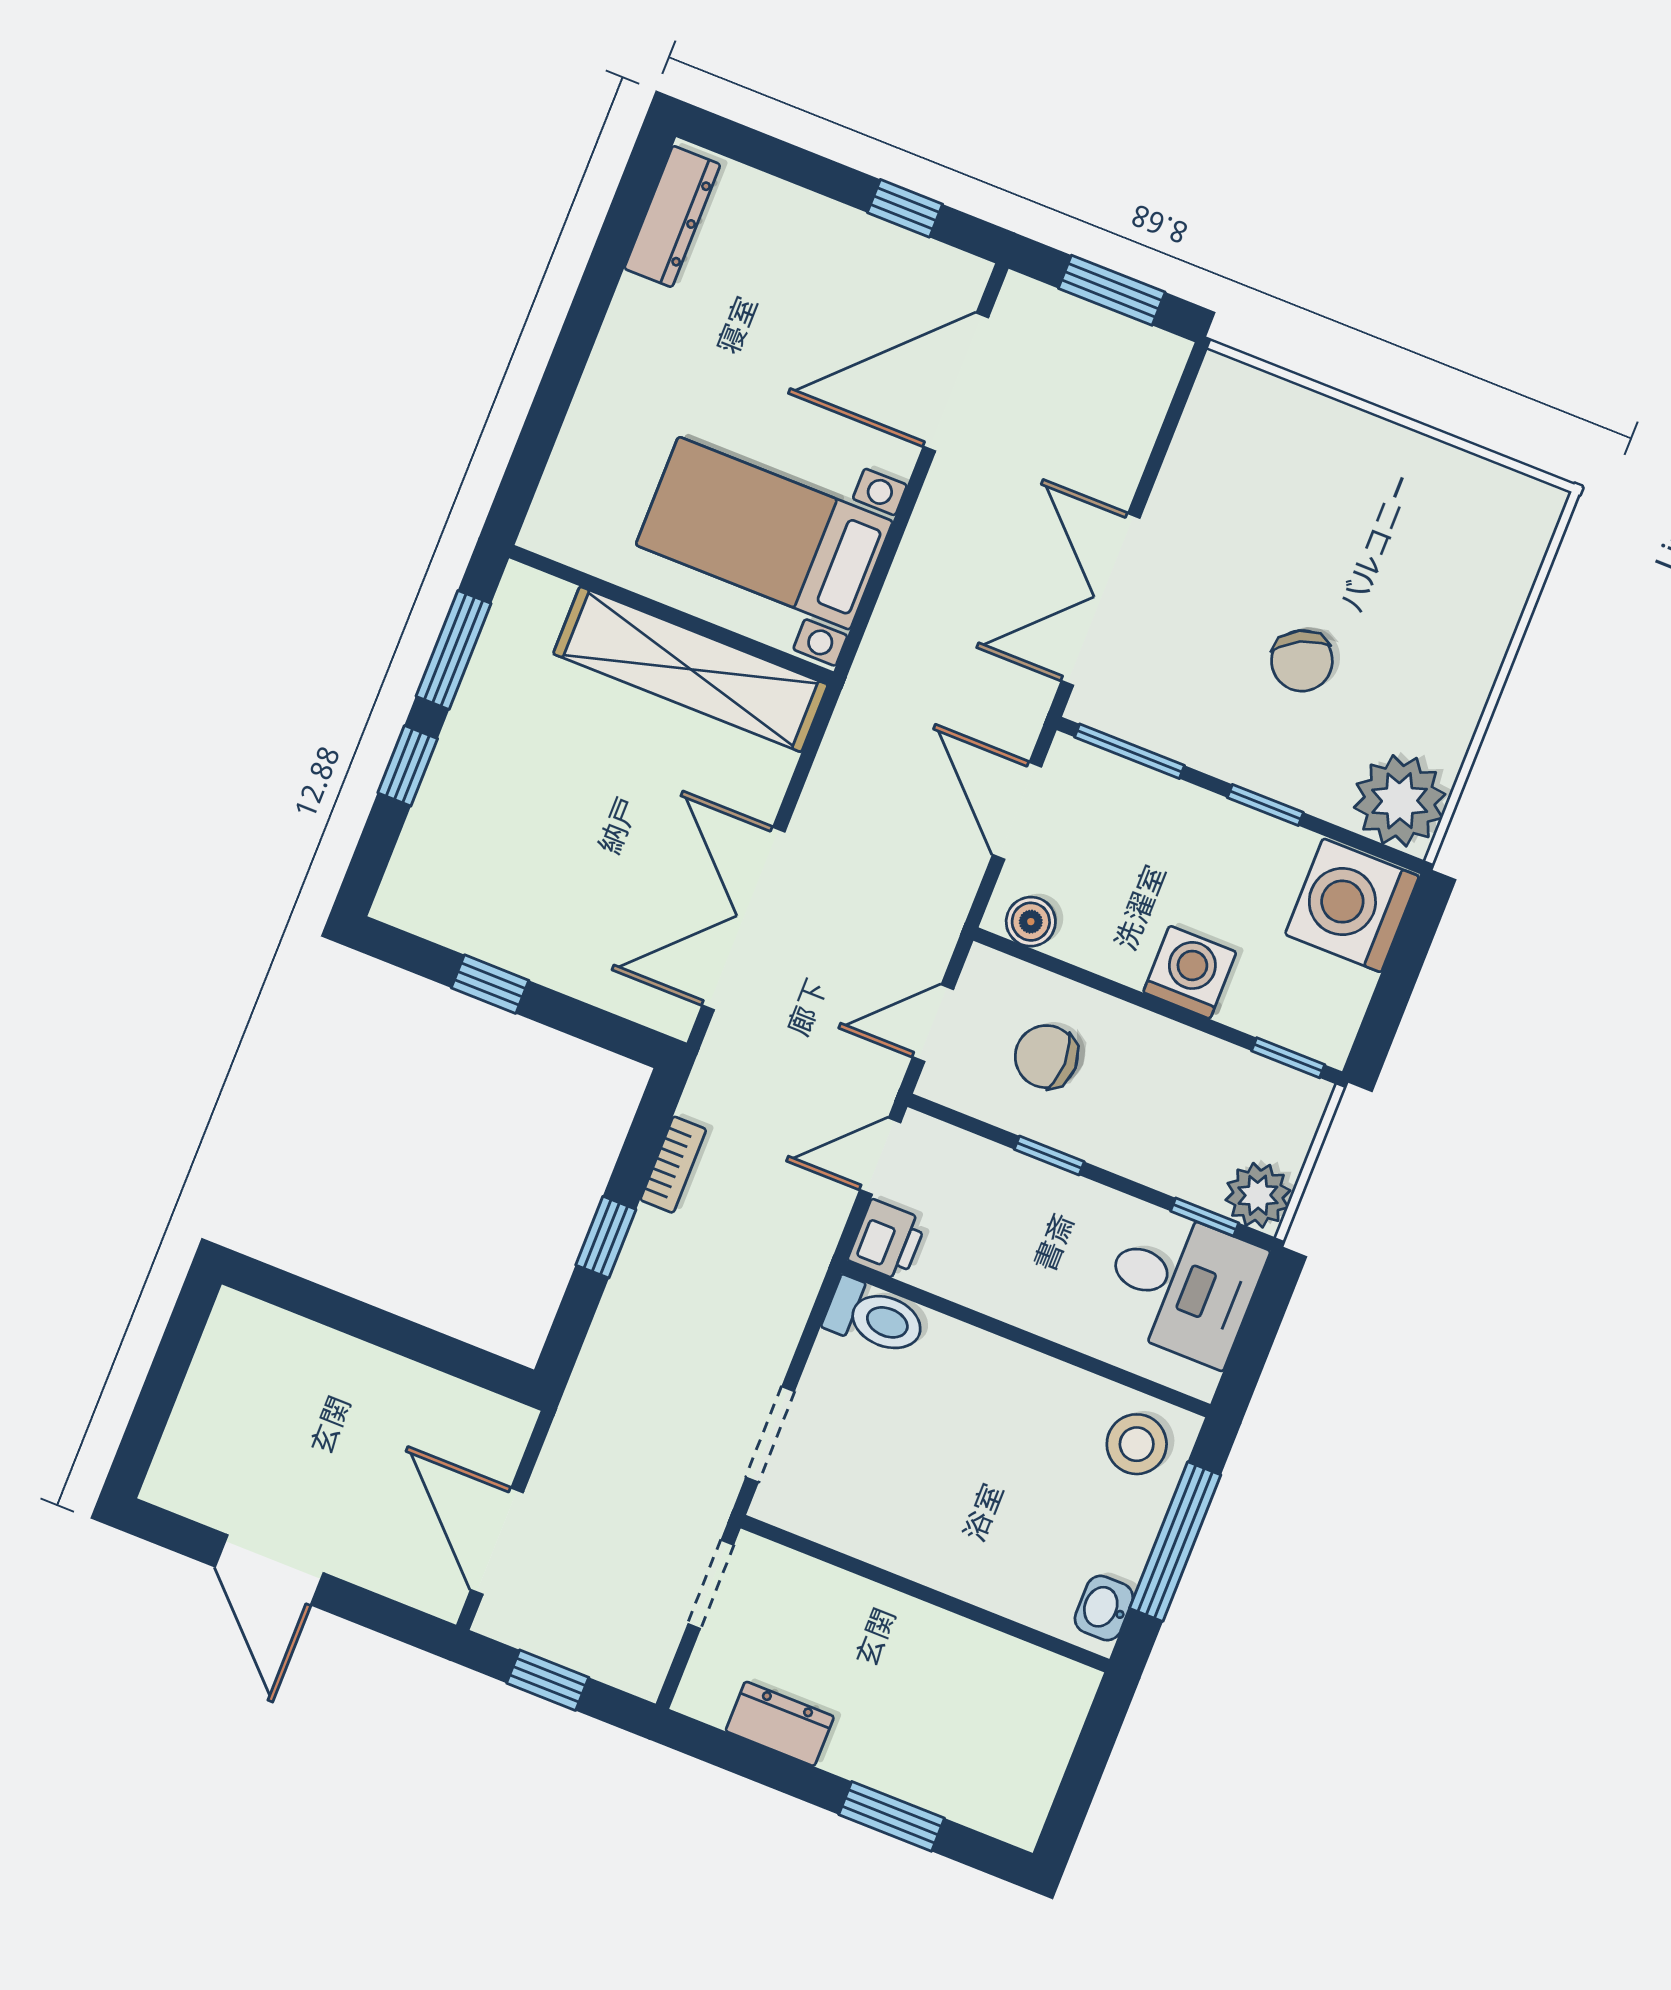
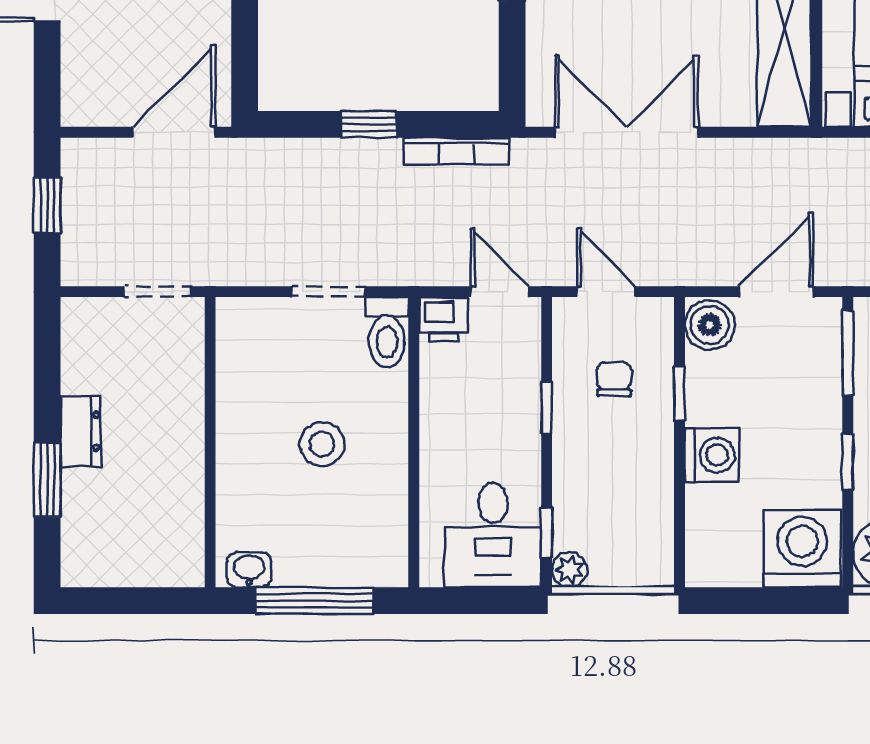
boiler: (1031, 922) -> (710, 325), width x1.36, depth x1.36
chair: (1046, 1057) -> (614, 379), width x0.73, depth x0.73
window: (1288, 1058) -> (679, 393), moved
bookcase: (673, 1165) -> (456, 151), width x1.56
plant: (1258, 1195) -> (570, 570), width x0.73, depth x0.73
doorway: (770, 1434) -> (329, 292), moved
stool: (1137, 1444) -> (322, 444), moved
door: (497, 1541) -> (174, 132), moved
dresser: (780, 1724) -> (81, 431), moved

